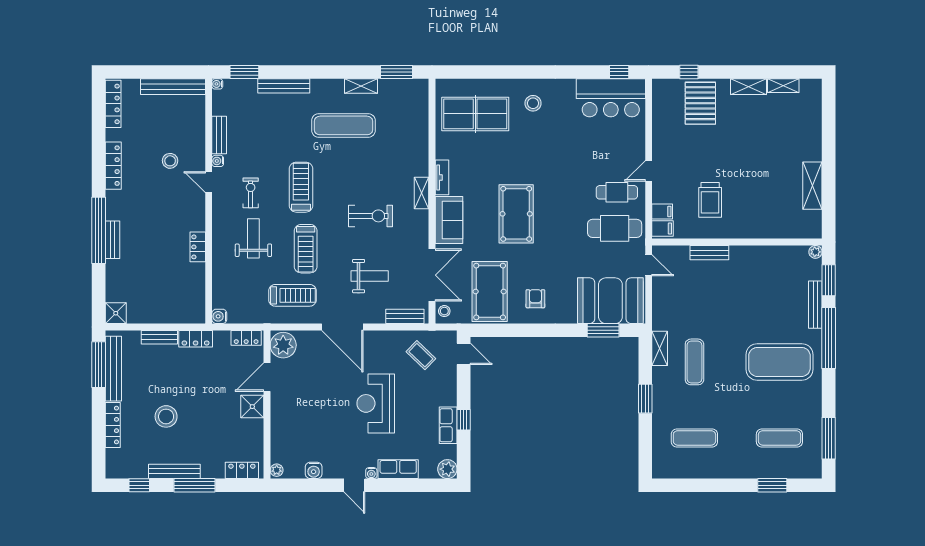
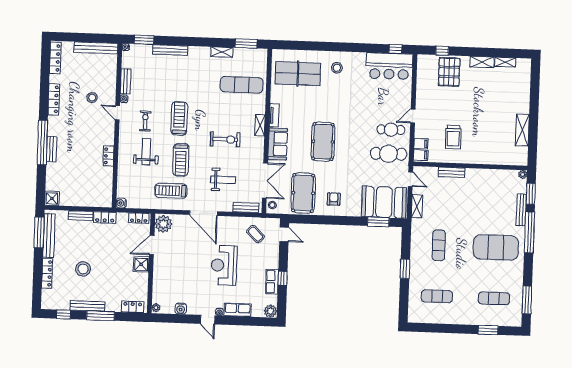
exercise mat: (343, 125) -> (242, 85), moved
treadmill: (292, 295) -> (171, 191), turned 180
shelving: (660, 348) -> (417, 206), moved

